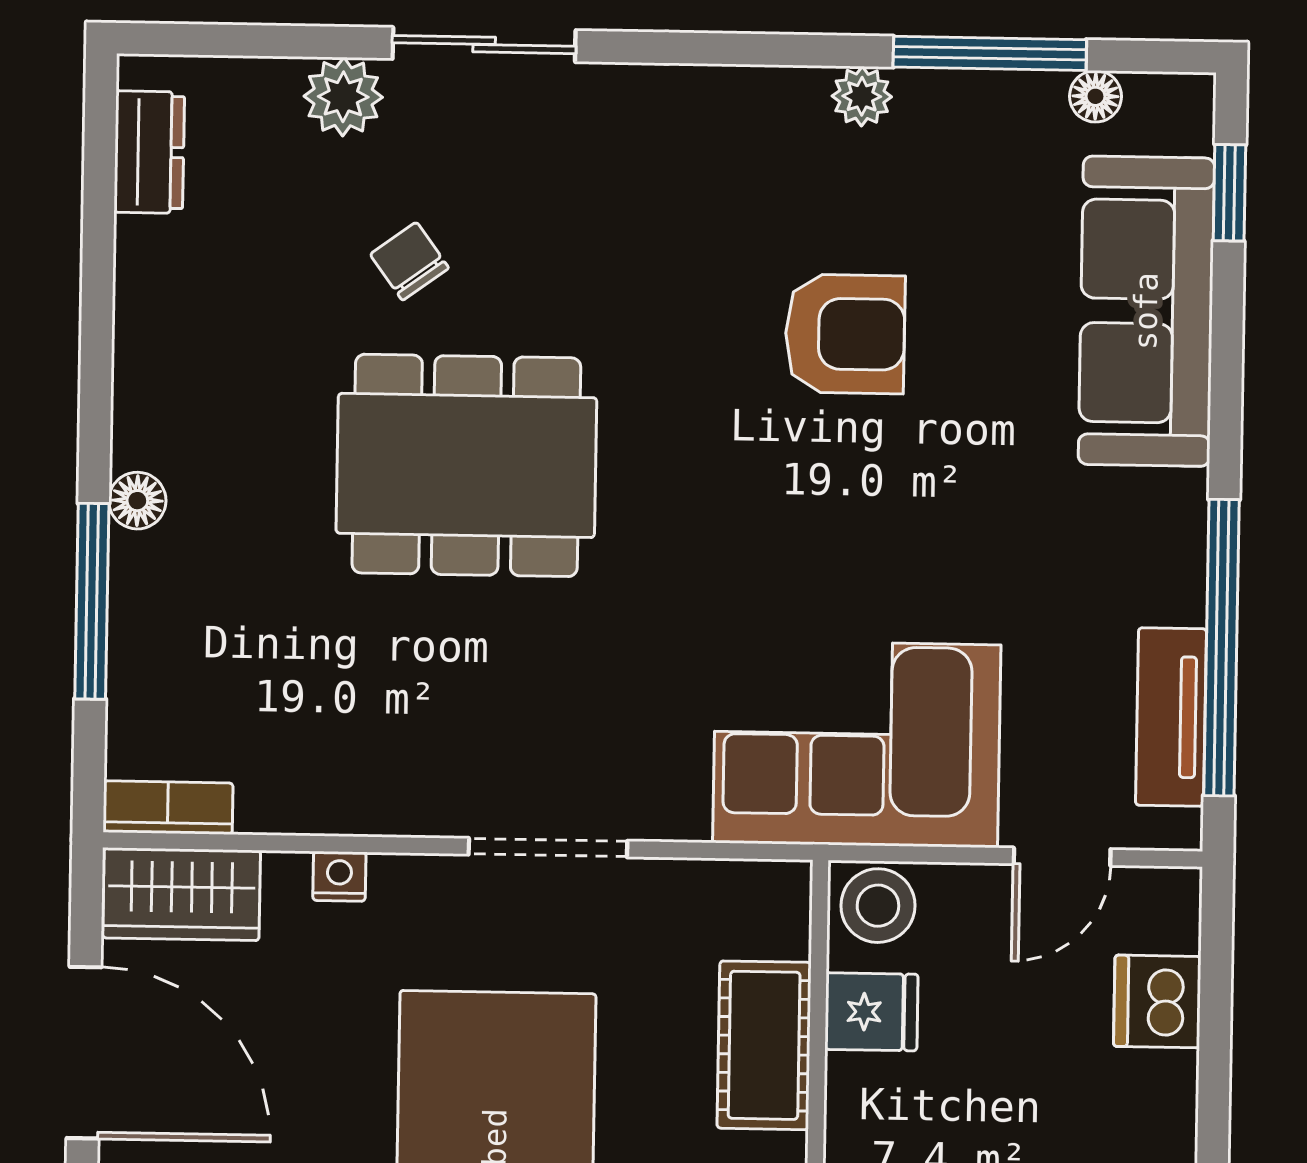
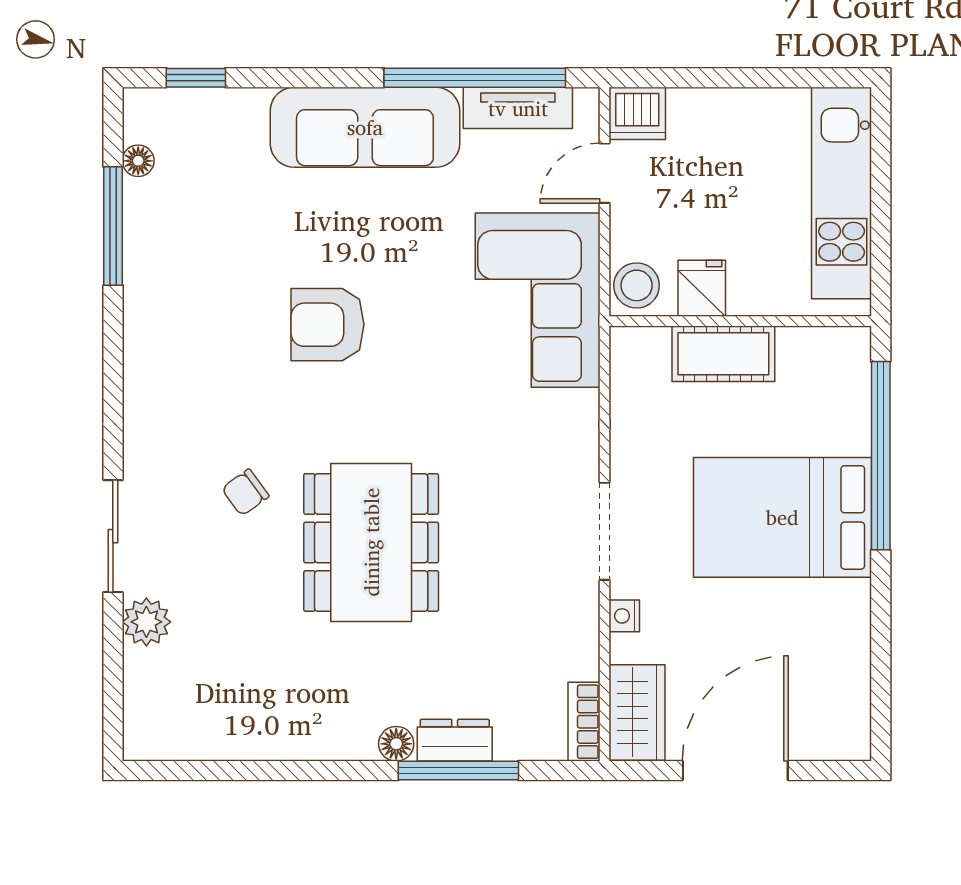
plant: (862, 96) -> (141, 304), removed
dresser: (149, 152) -> (455, 740), moved
chair: (409, 261) -> (245, 492), moved
sofa: (1146, 311) -> (365, 127), moved
armchair: (845, 334) -> (328, 325), moved, turned -90
doorway: (548, 848) -> (605, 531), moved
door: (1062, 857) -> (605, 173), swing flipped
dishwasher: (1157, 1001) -> (637, 113), moved

